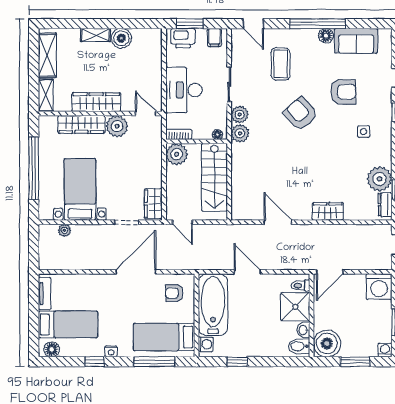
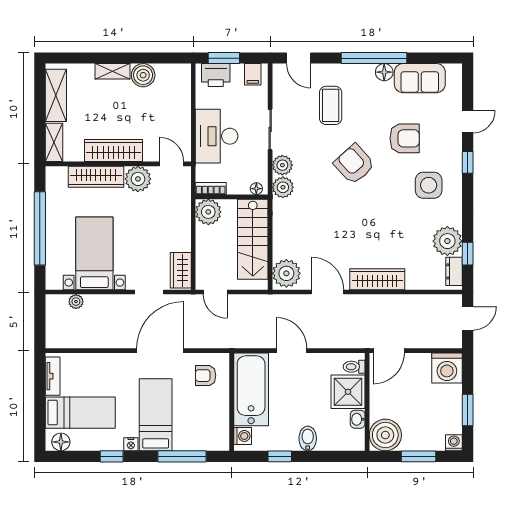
side table: (364, 132) -> (429, 185), width x1.87, depth x1.87
plant: (243, 206) -> (286, 273), added
wardrobe: (328, 211) -> (377, 279), width x1.50
bed: (164, 337) -> (156, 415), moved, turned 90
bidet: (299, 346) -> (308, 438), moved, turned 90

